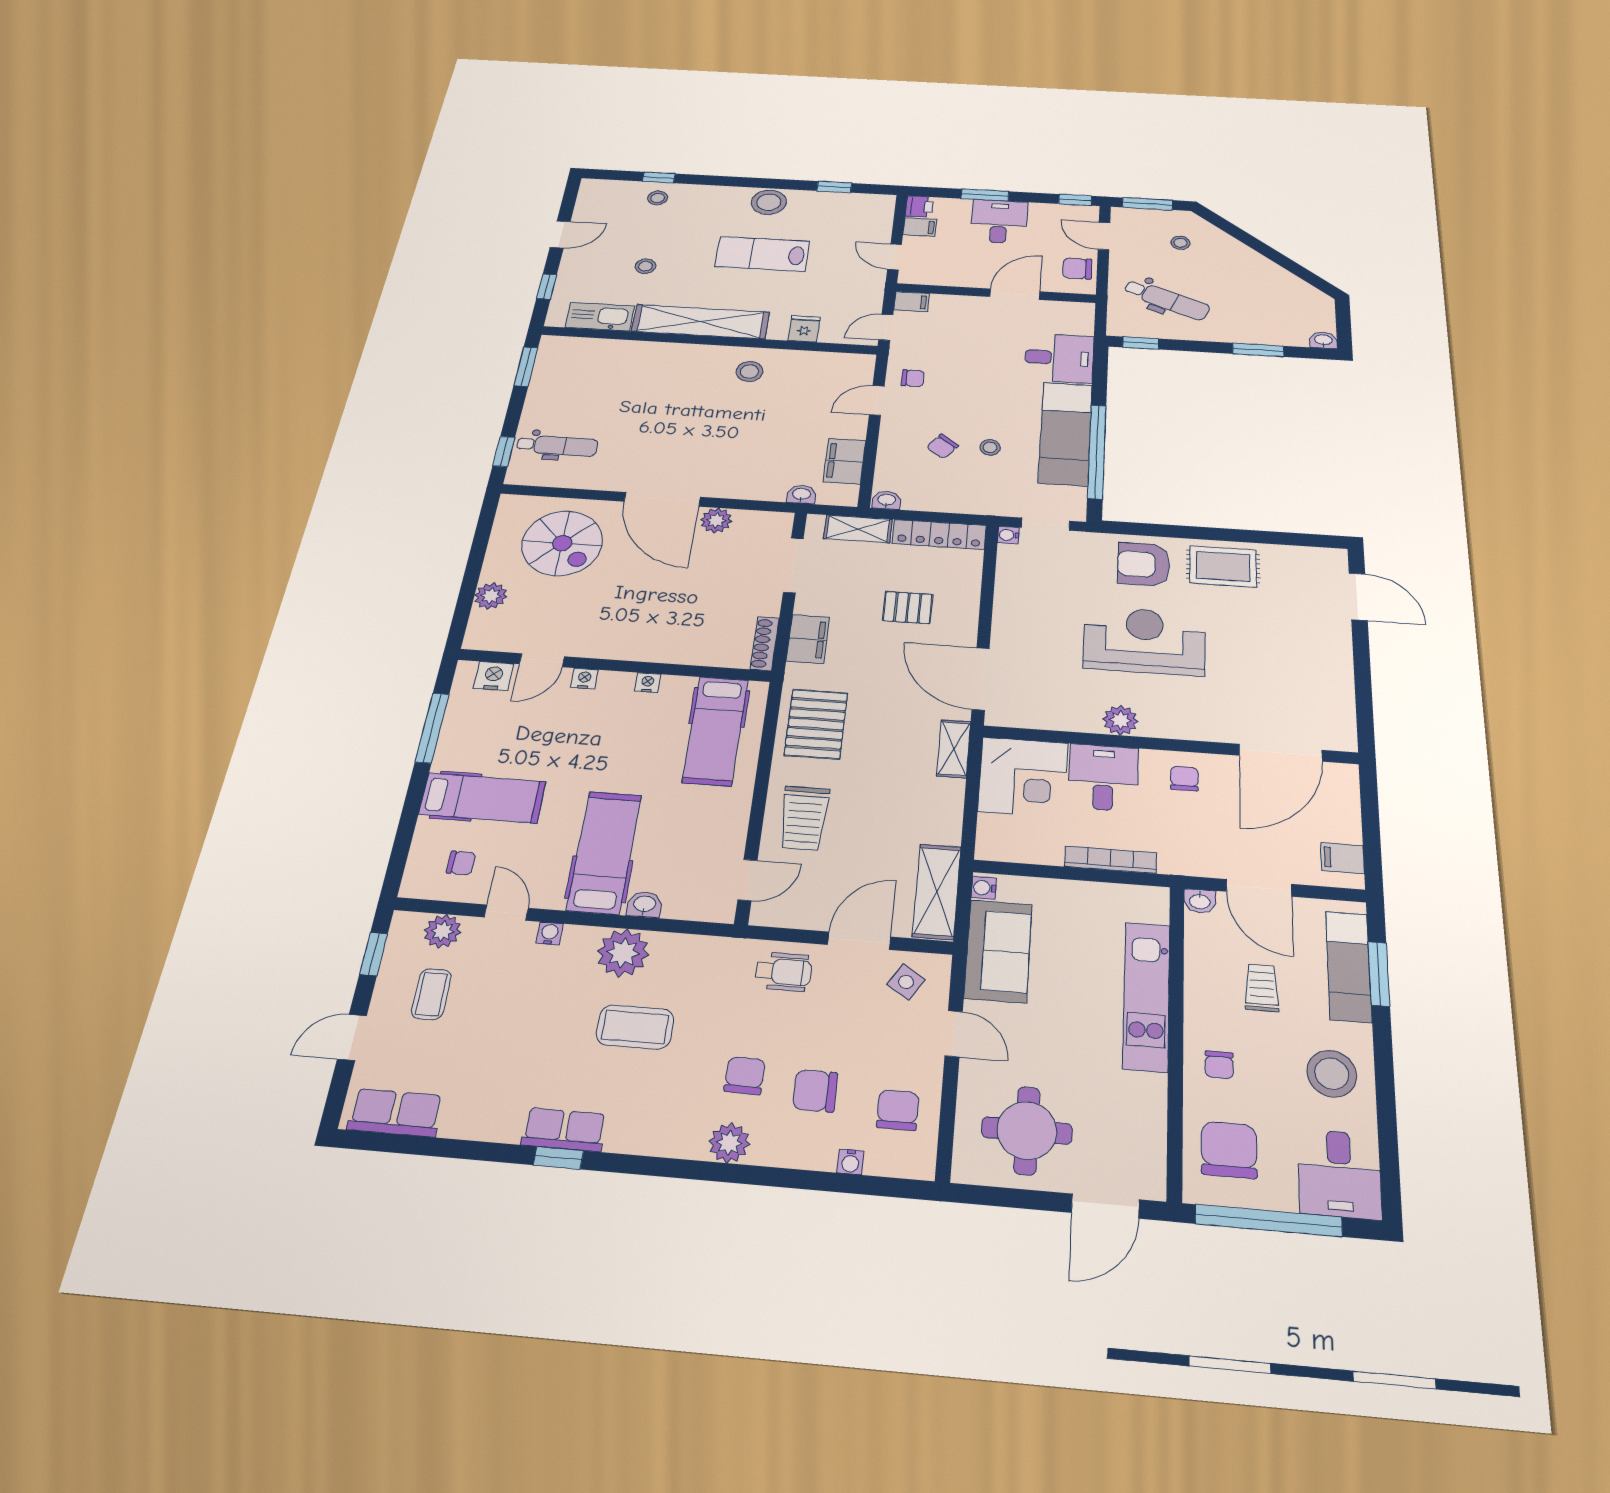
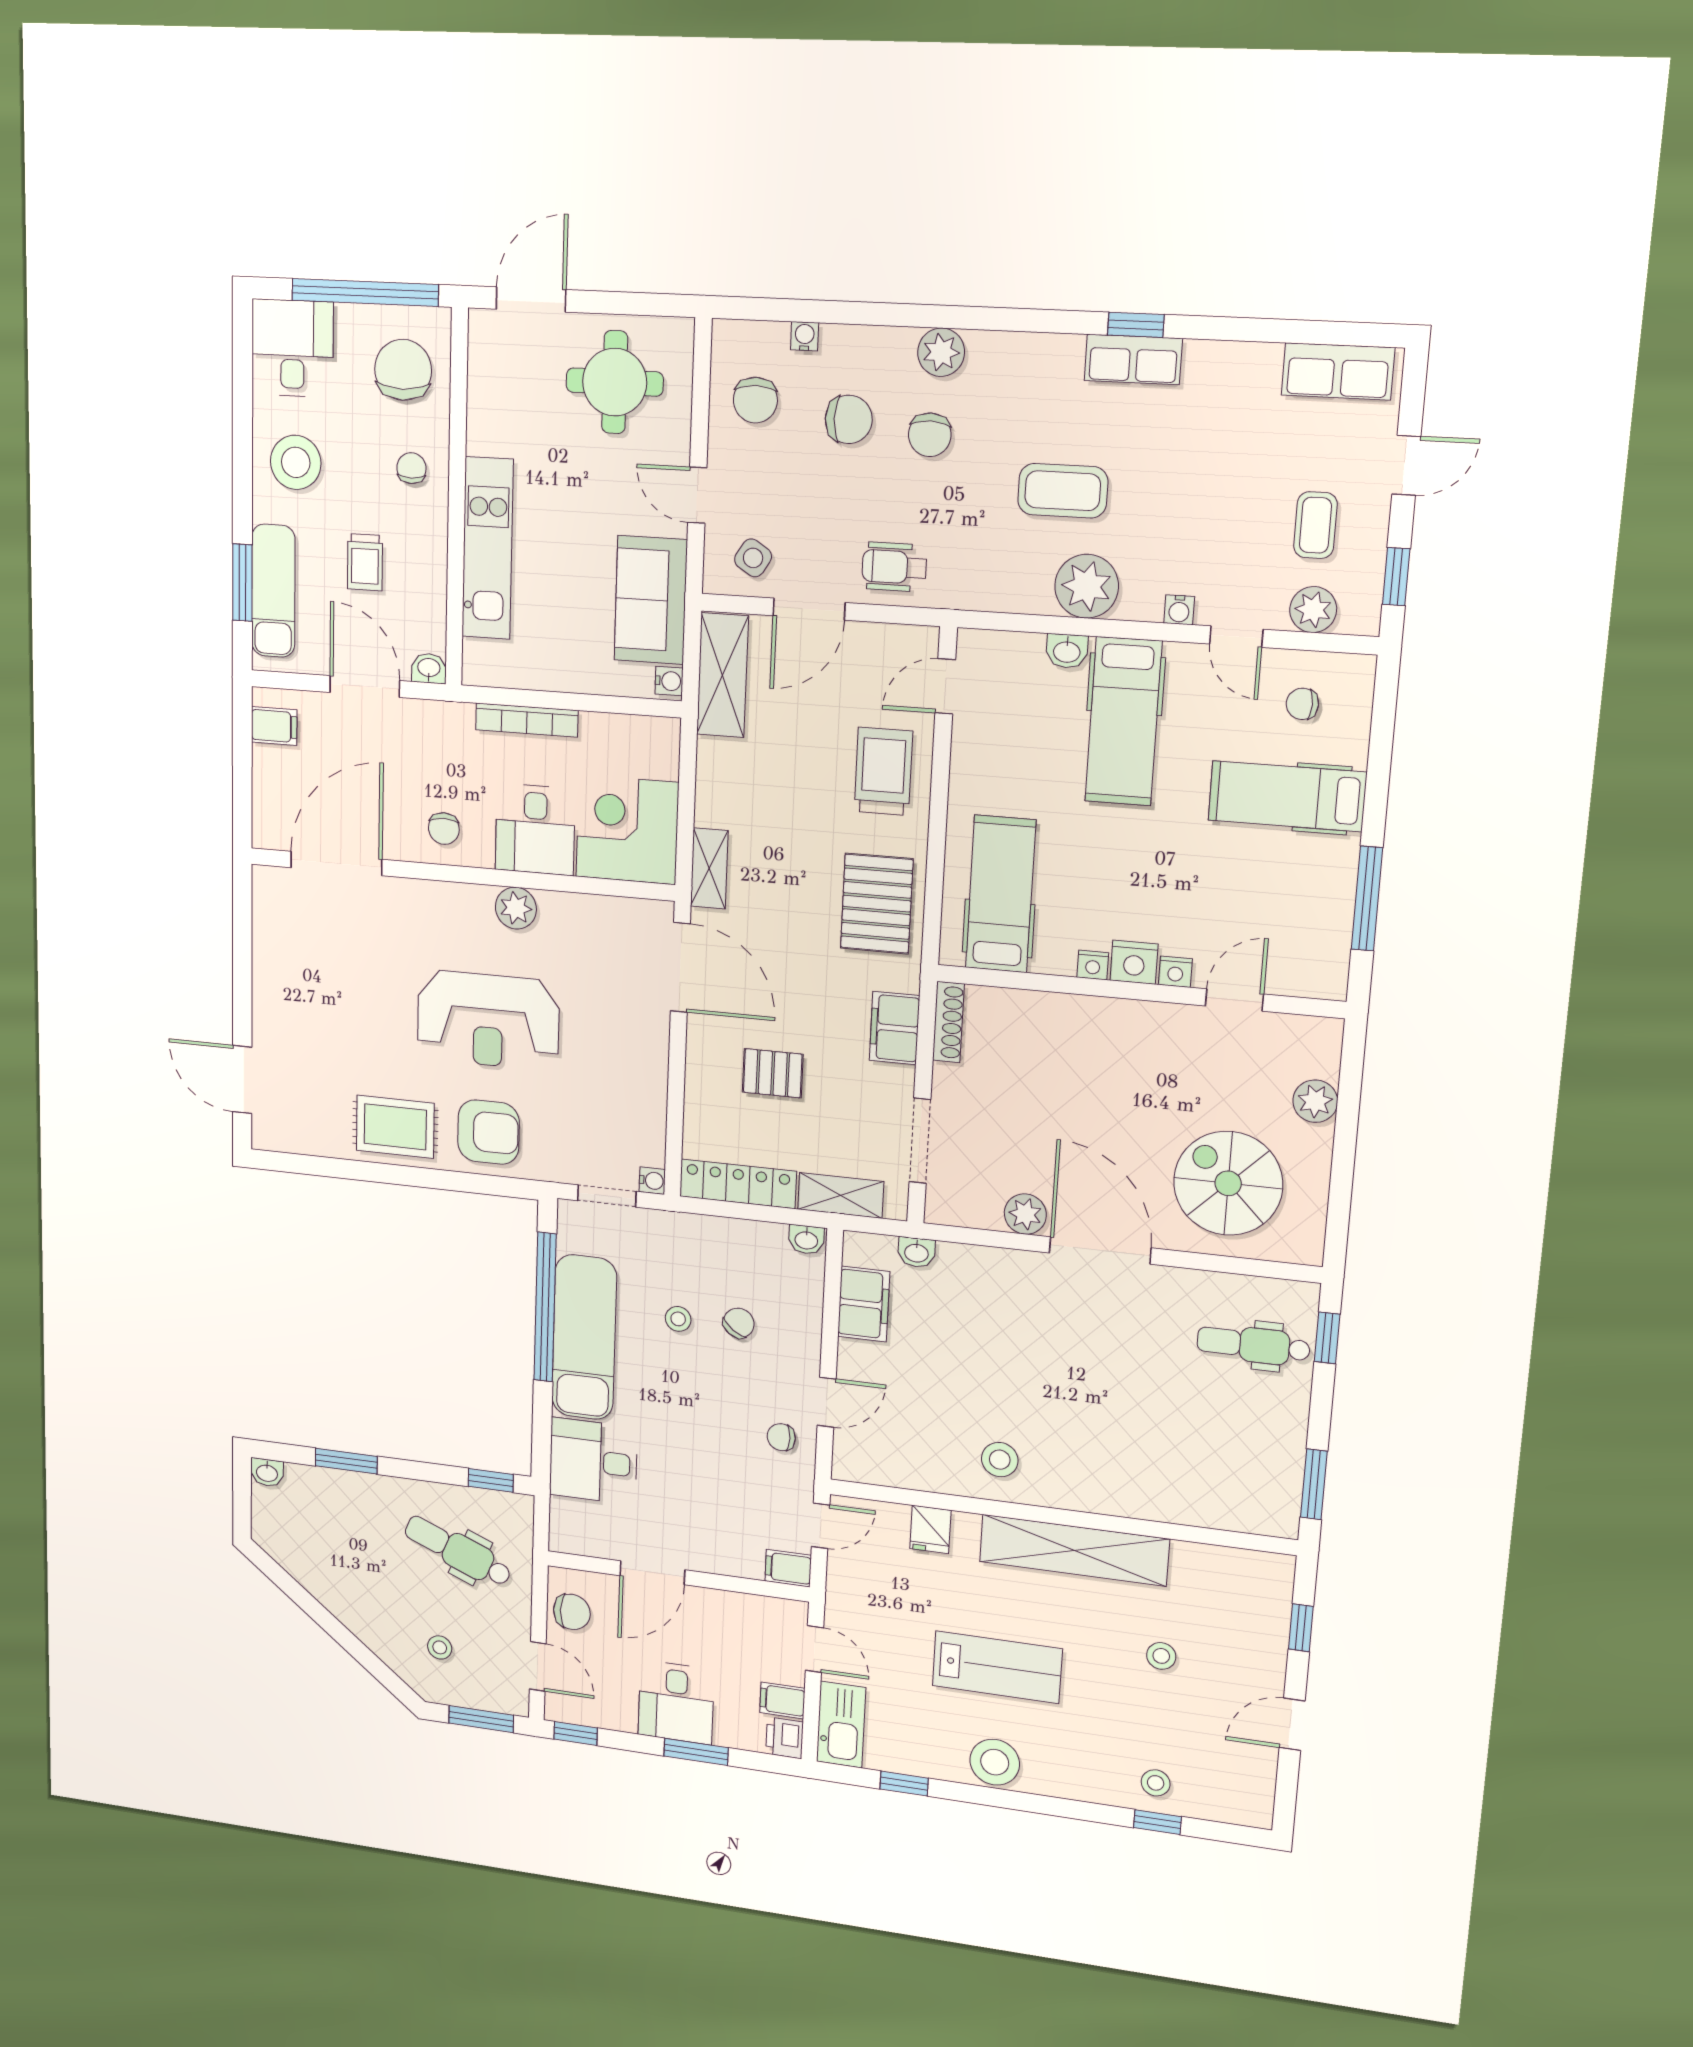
kitchen sink: (600, 317) -> (841, 1725), moved, turned -90
nightstand: (494, 676) -> (1134, 962), moved
chair: (1229, 1150) -> (403, 370), turned 180

